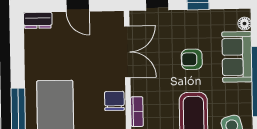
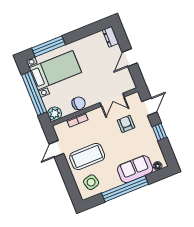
double door: (127, 52) -> (112, 100), width x0.73
armchair: (192, 59) -> (126, 124), moved

